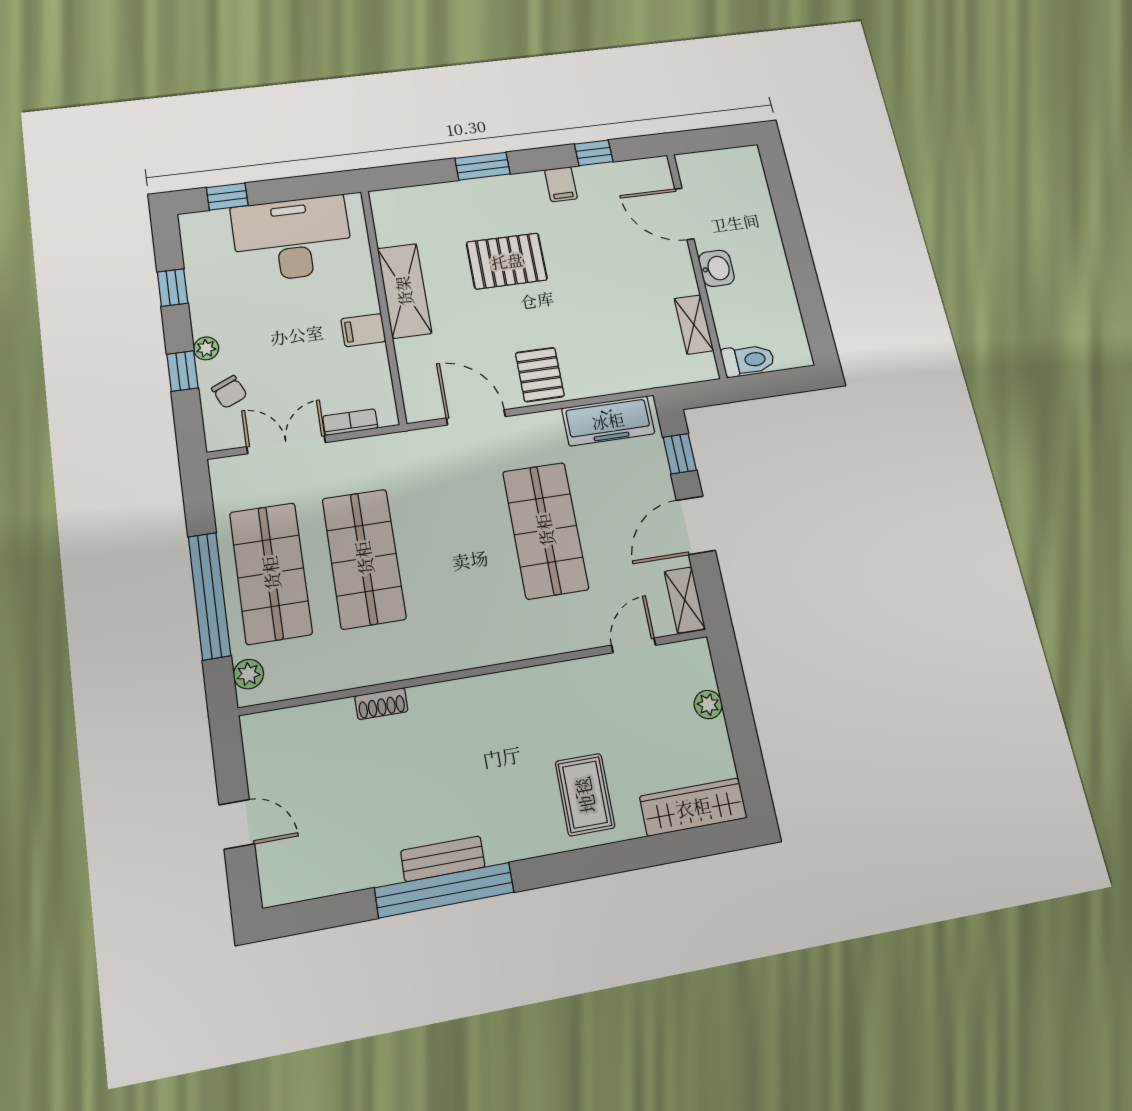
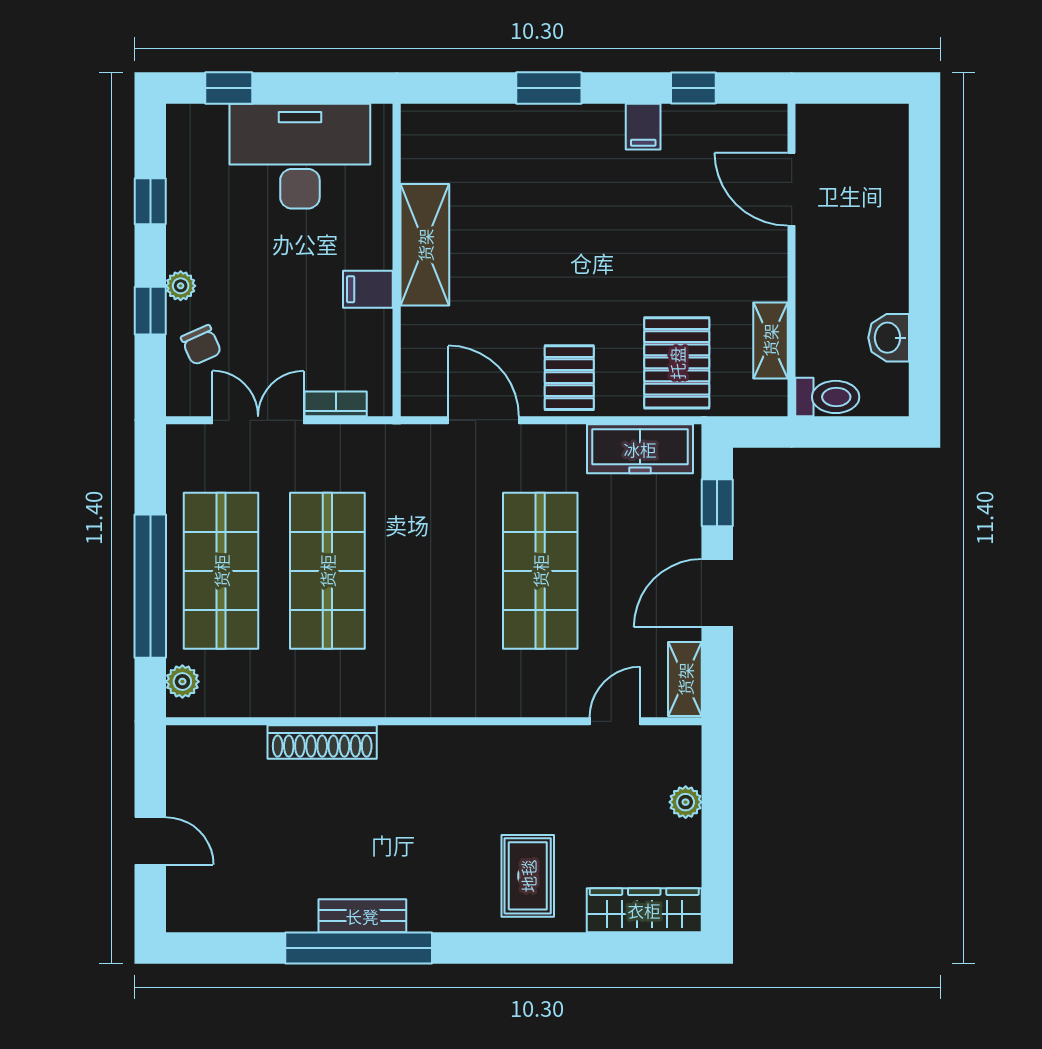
pallet: (507, 261) -> (677, 363), moved, turned 90
washbasin: (716, 268) -> (889, 338), moved, turned 180
shoe rack: (381, 704) -> (322, 742), width x1.94, depth x1.24

